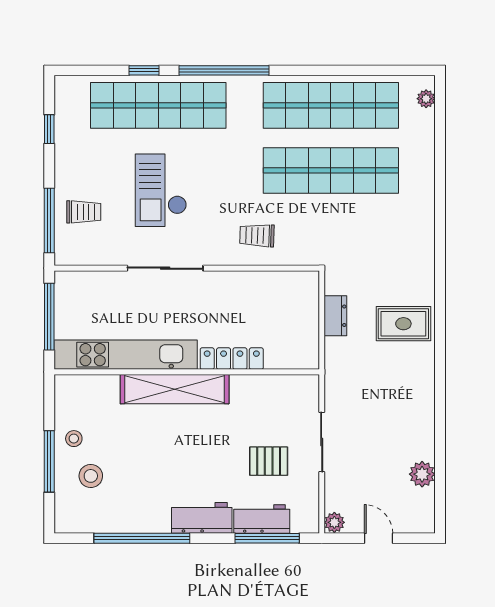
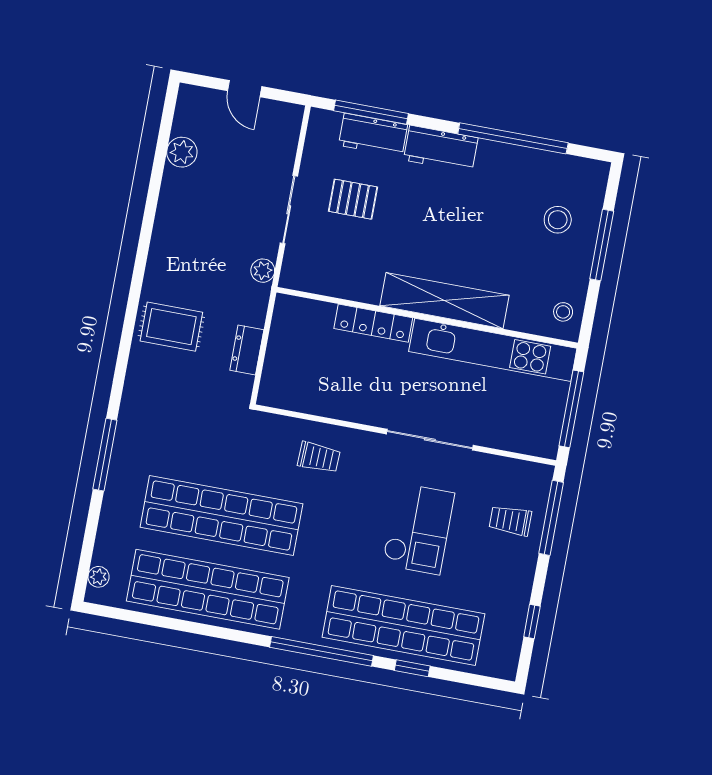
window: (440, 204) -> (105, 455), added
stool: (74, 439) -> (563, 312), moved
plant: (334, 522) -> (263, 271), moved

